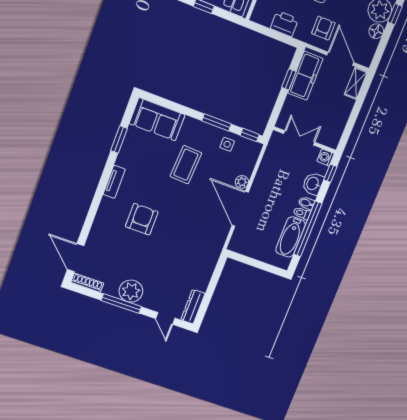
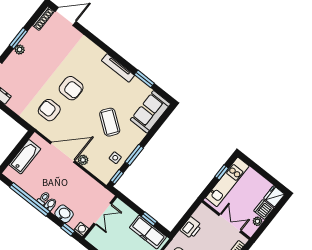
coffee table: (186, 165) -> (110, 122), turned 34
tv unit: (114, 182) -> (118, 68), width x1.41
armchair: (142, 219) -> (71, 88), moved
bathtub: (291, 237) -> (25, 157), moved, turned 90
armchair: (195, 241) -> (49, 110), added
plant: (131, 291) -> (20, 50), width x0.53, depth x0.53
window: (121, 304) -> (18, 38), width x0.69

